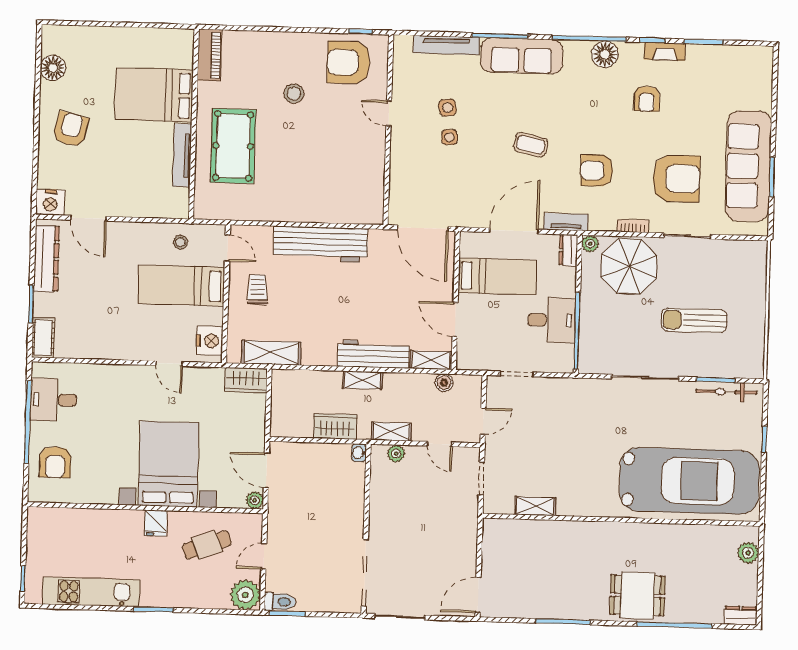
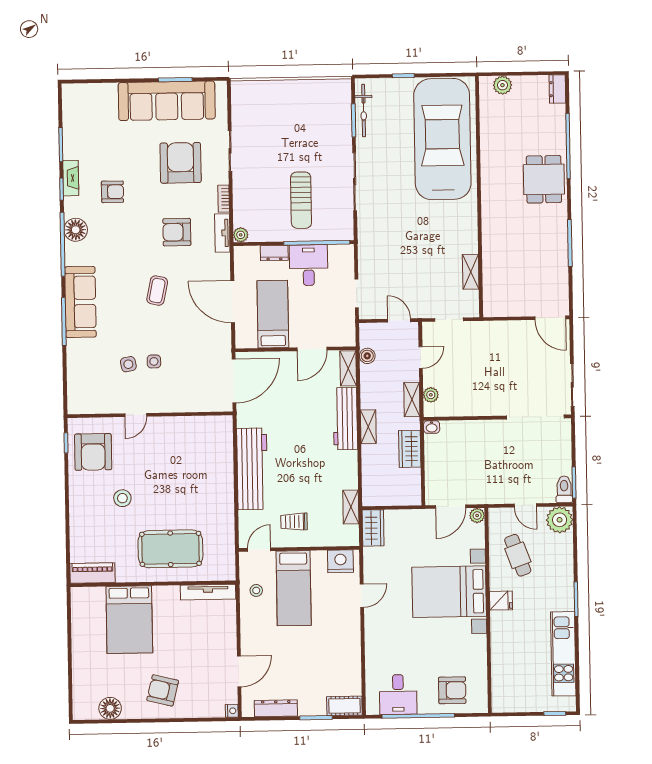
tv unit: (446, 45) -> (74, 368), removed
tv unit: (182, 155) -> (208, 592), moved
armchair: (597, 171) -> (177, 232), turned 90
nightstand: (50, 202) -> (232, 711), width x0.53, depth x0.56
tv unit: (566, 222) -> (222, 233), moved
dresser: (568, 250) -> (274, 253), moved
dresser: (46, 259) -> (276, 708), width x0.73, depth x0.80
parasol: (629, 266) -> (259, 200), removed
sun lounger: (694, 320) -> (301, 200), moved
shelving: (271, 353) -> (351, 507), width x0.67, depth x0.75

